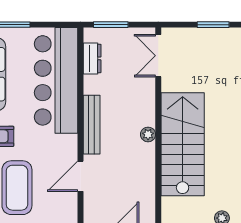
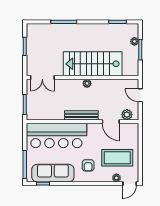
dresser: (92, 58) -> (44, 115), removed
plant: (93, 205) -> (127, 115), added

